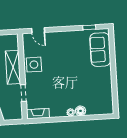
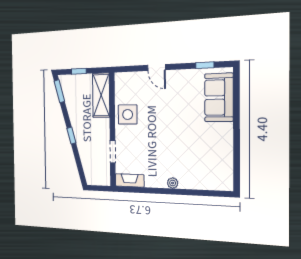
door: (38, 30) -> (157, 68), moved
shelving: (13, 67) -> (101, 95), moved
floor lamp: (80, 111) -> (186, 182), removed

